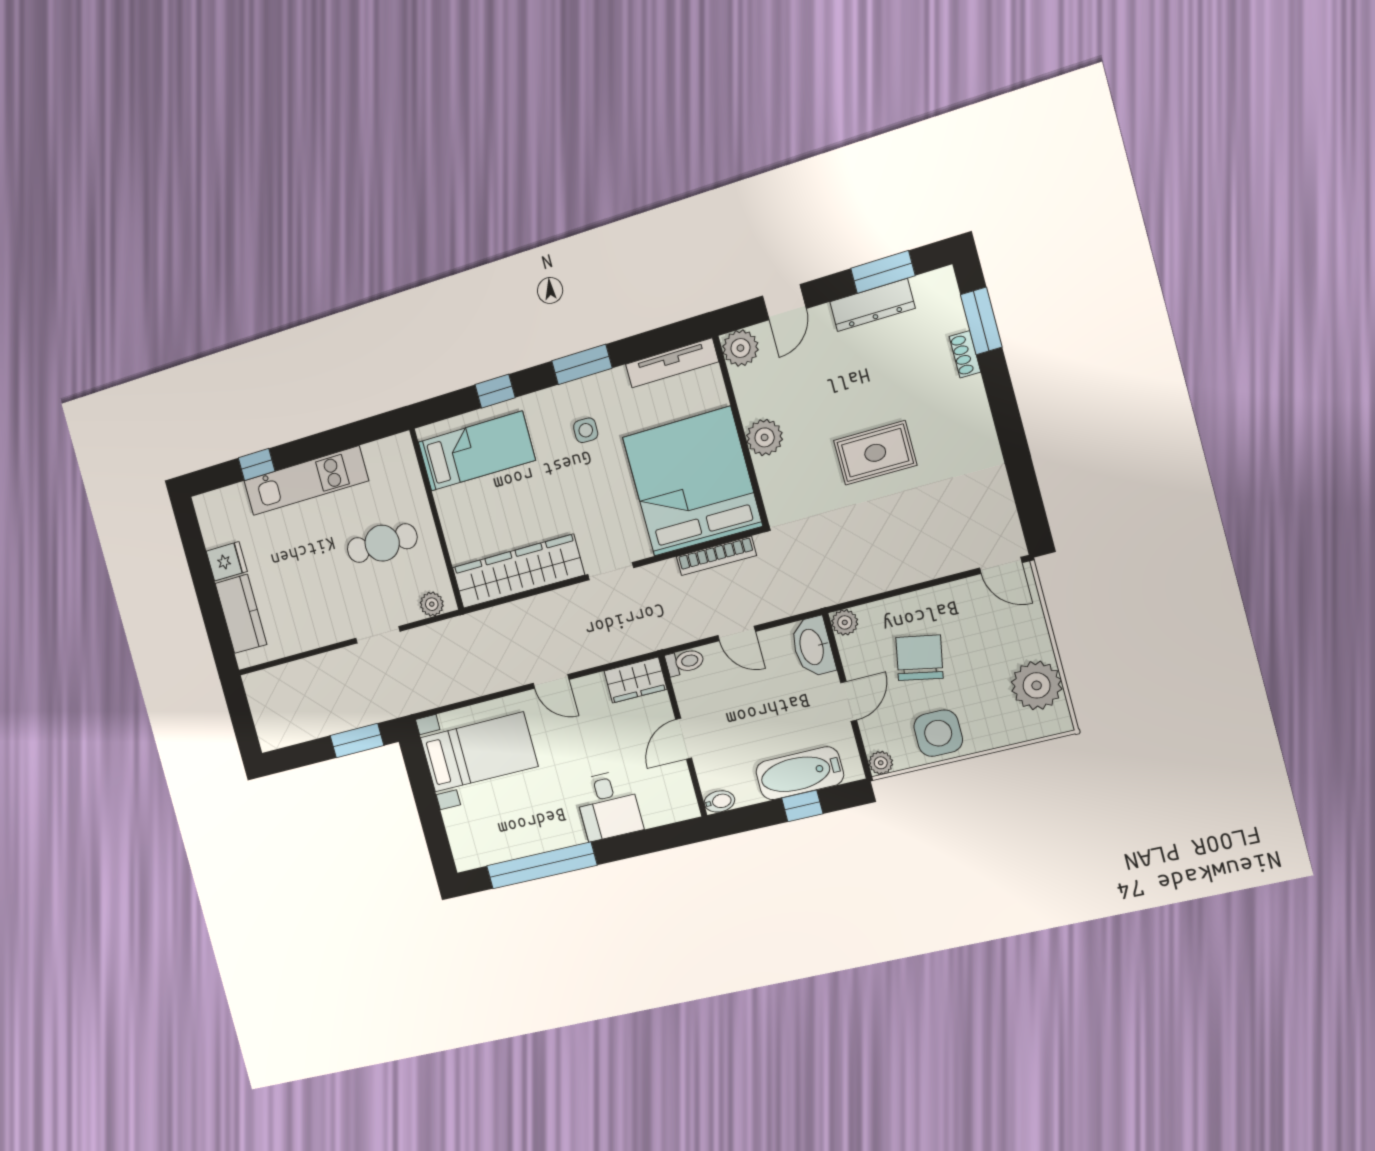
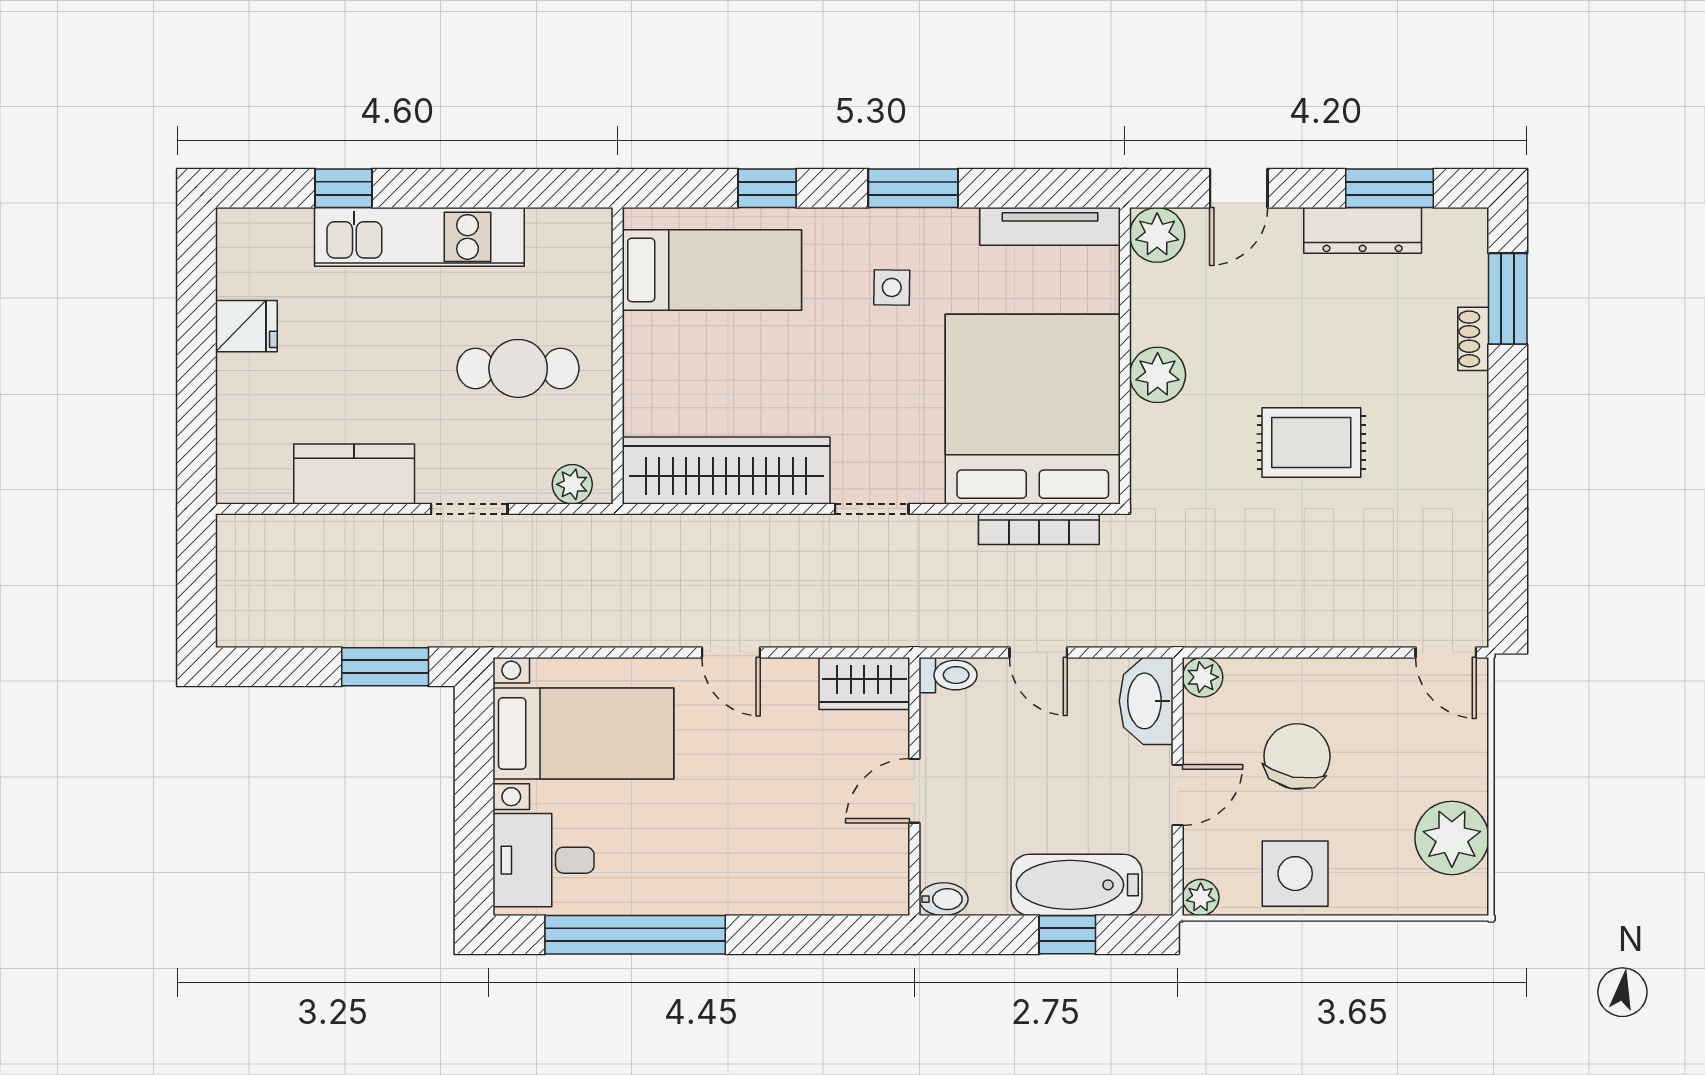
kitchen counter: (241, 614) -> (354, 474), moved, turned -90
desk: (608, 805) -> (544, 860), moved, turned 90

